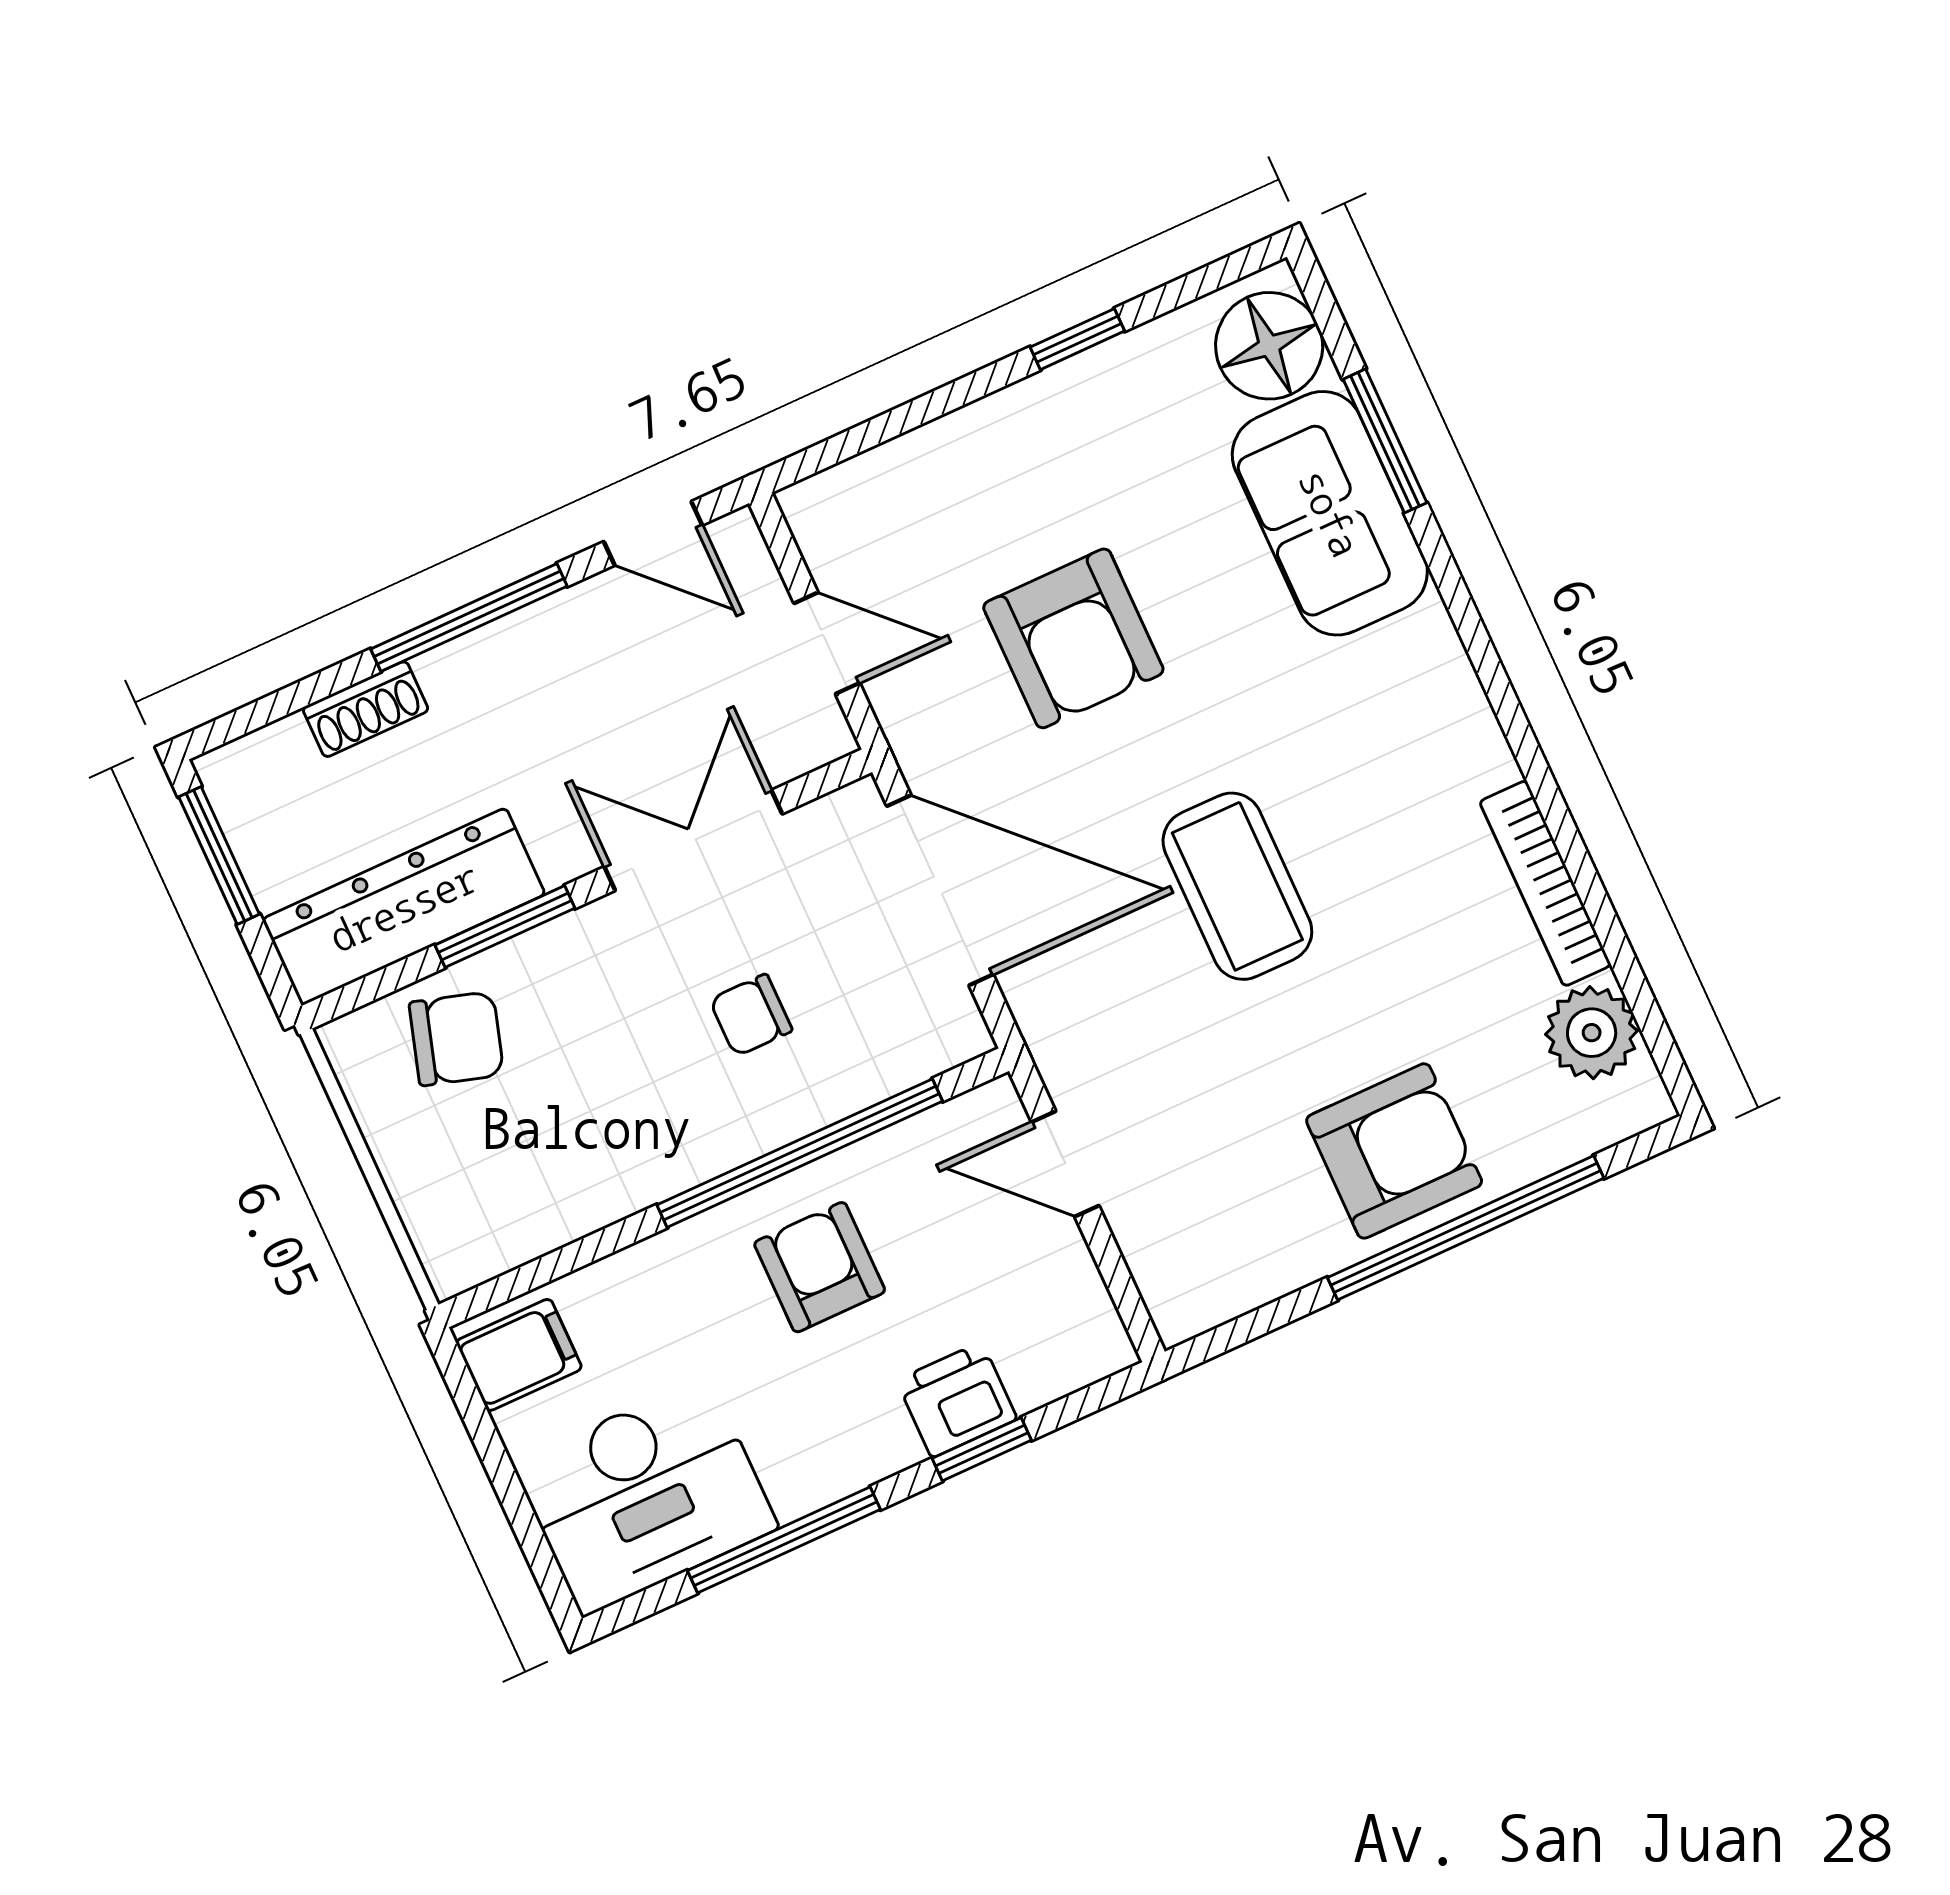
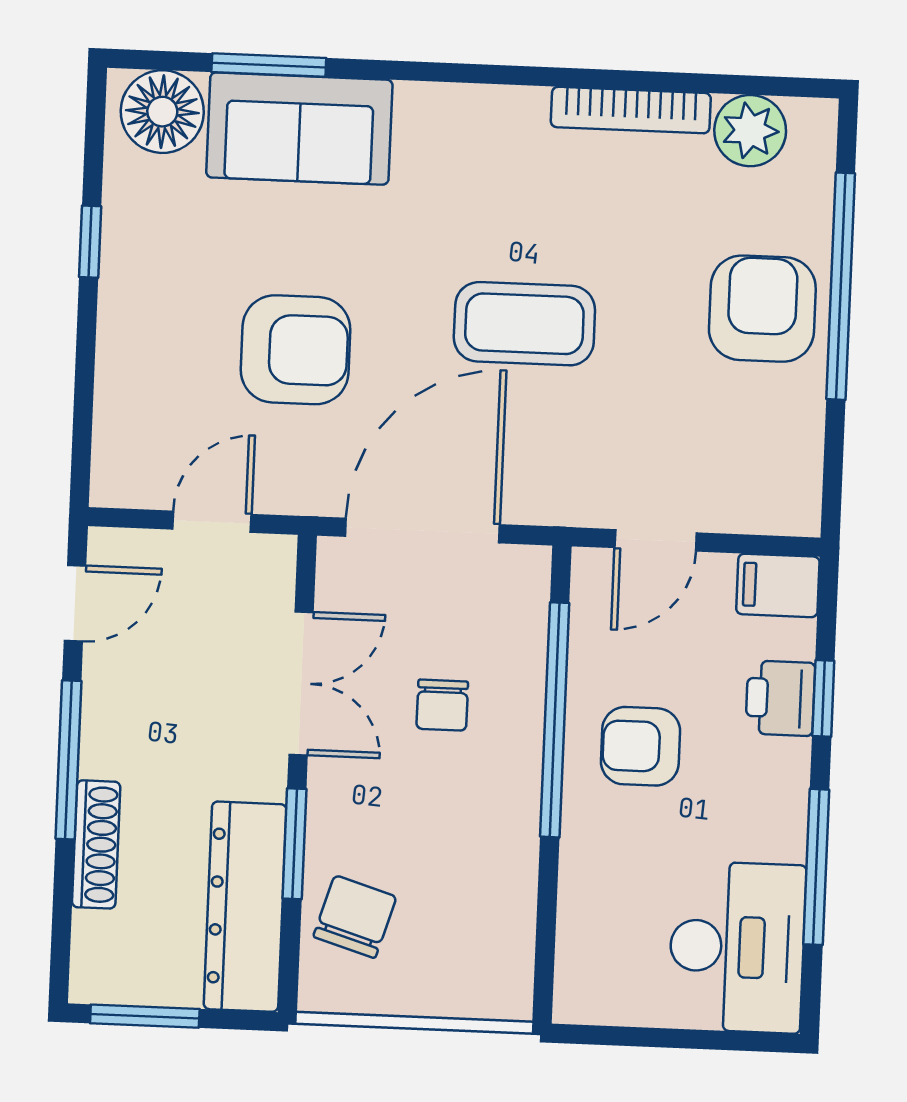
shoe rack: (366, 709) -> (96, 844), width x1.43
double door: (693, 840) -> (301, 683), swing flipped
filing cabinet: (519, 1355) -> (778, 585), moved, turned -90

